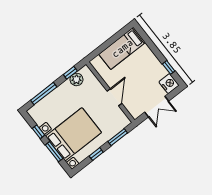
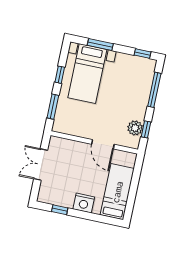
nightstand: (169, 84) -> (84, 203), moved
door: (114, 97) -> (103, 144), moved
window: (38, 132) -> (142, 53), moved
bed with nightstands: (74, 134) -> (87, 74), width x0.73

